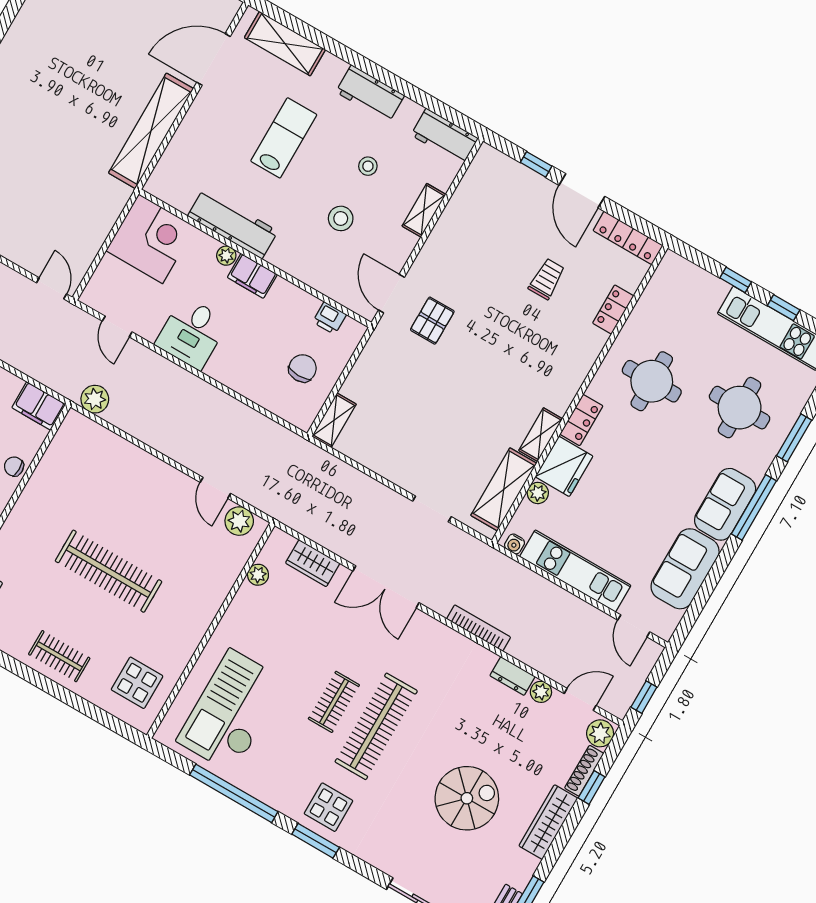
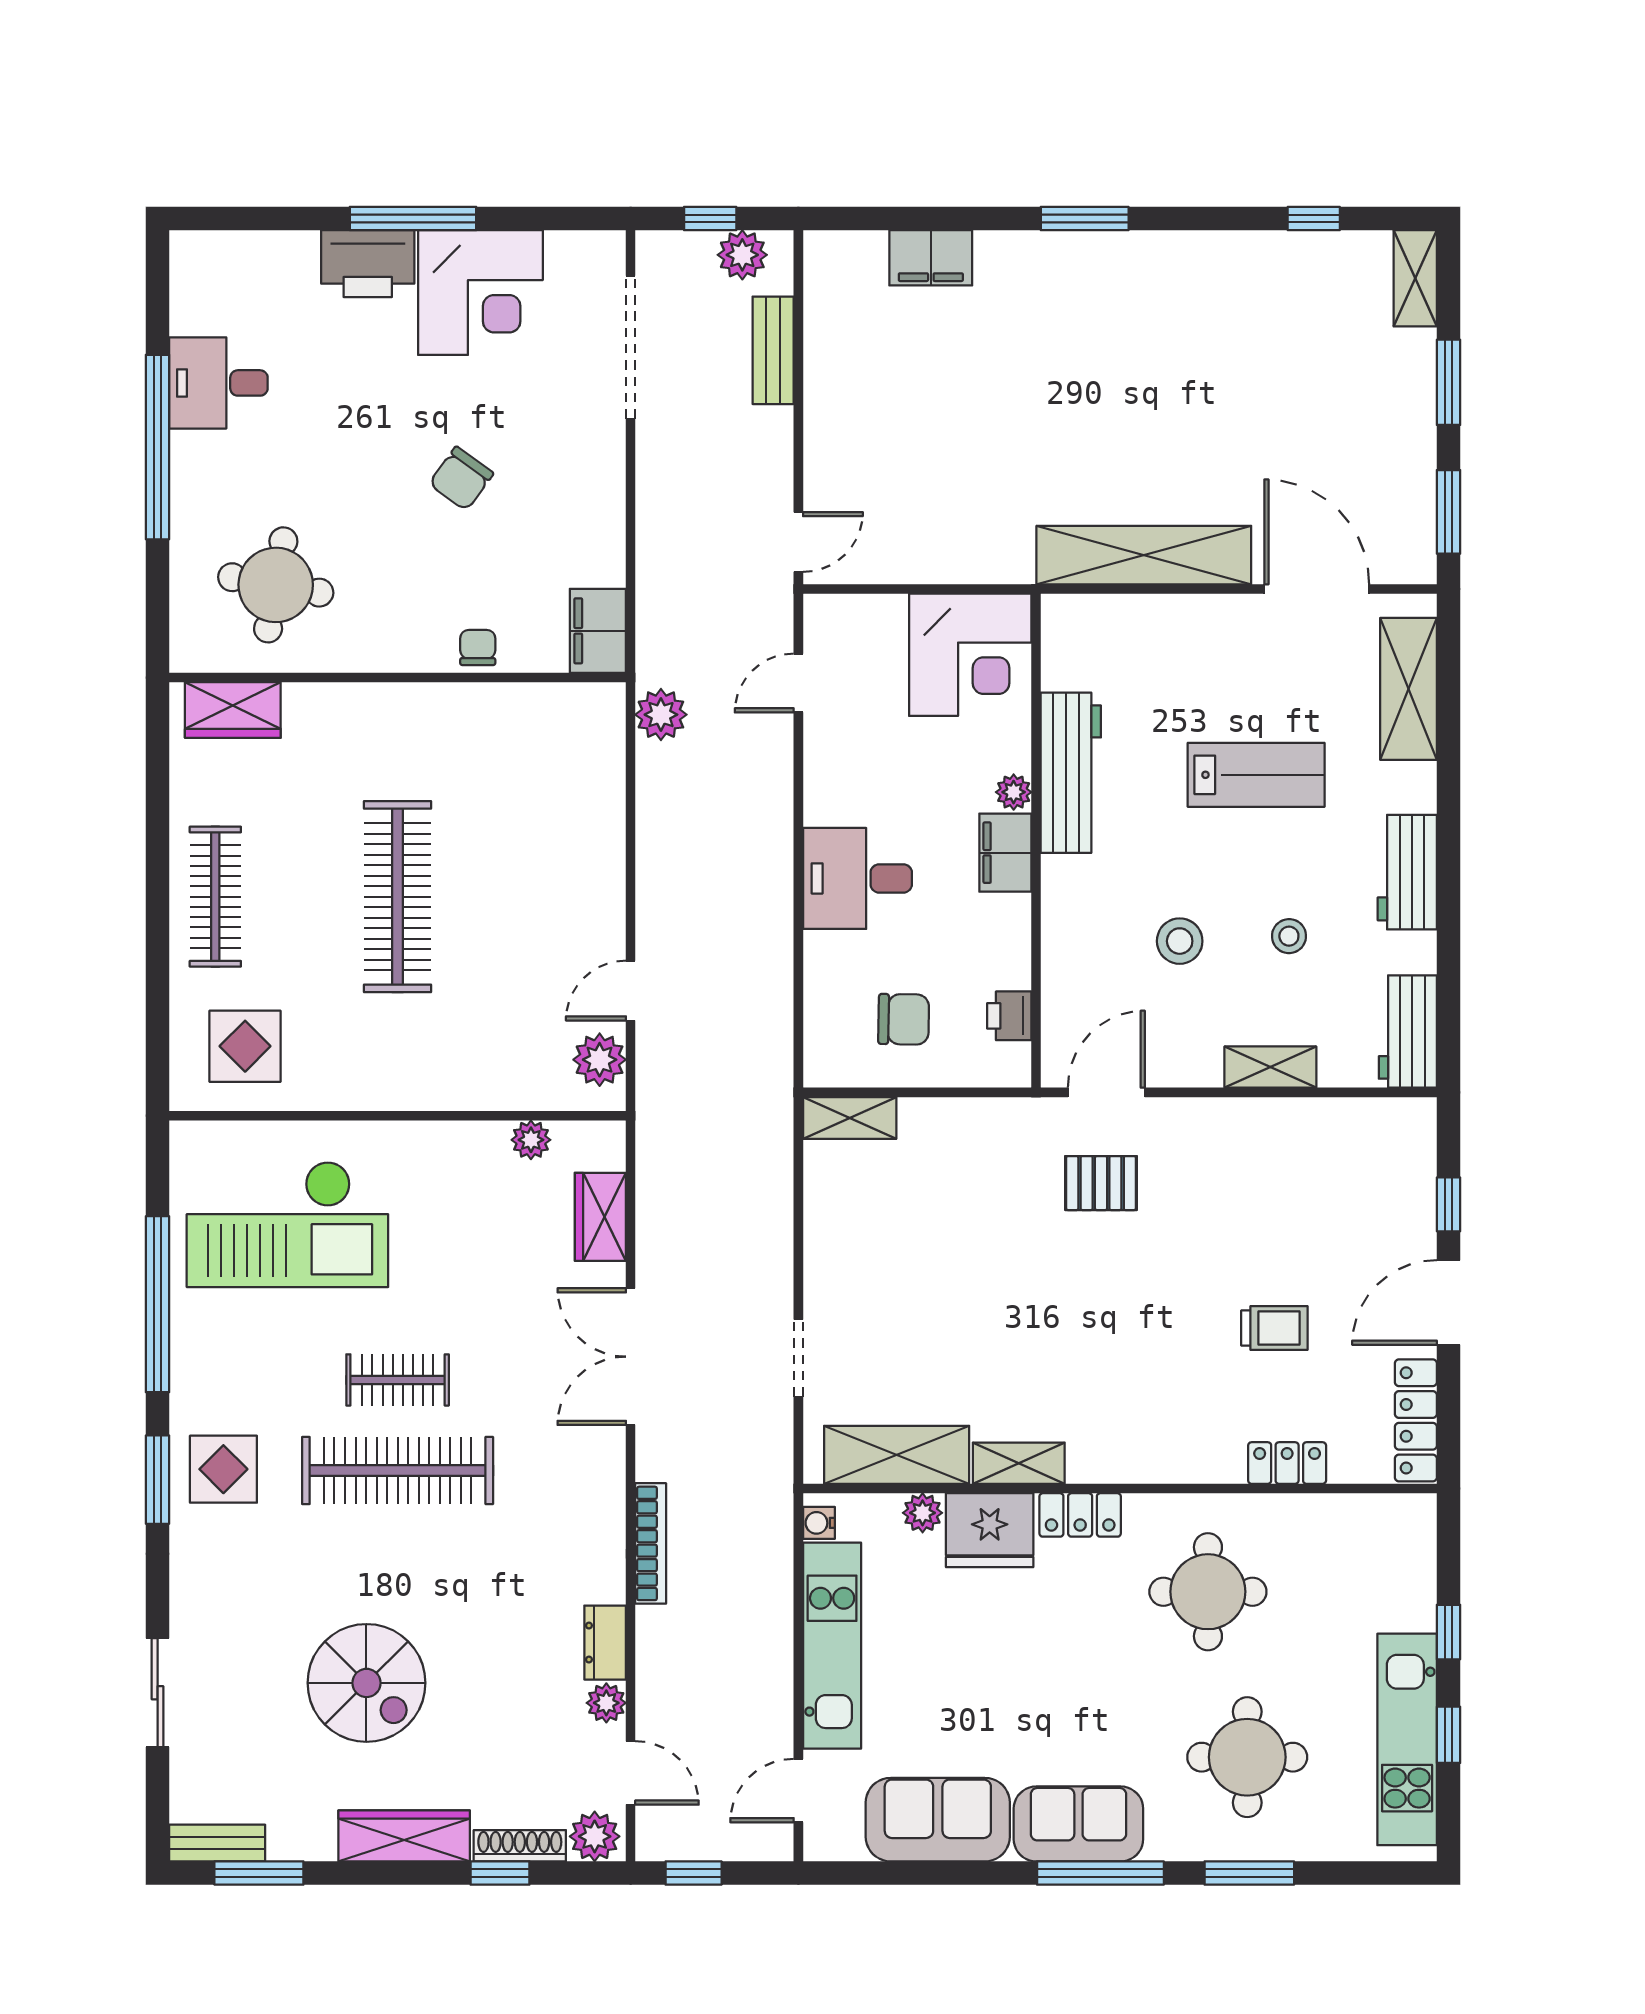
desk: (192, 333) -> (857, 878), moved
clothes rail: (59, 656) -> (215, 897), width x1.36
checkout: (232, 711) -> (287, 1224), turned 180

